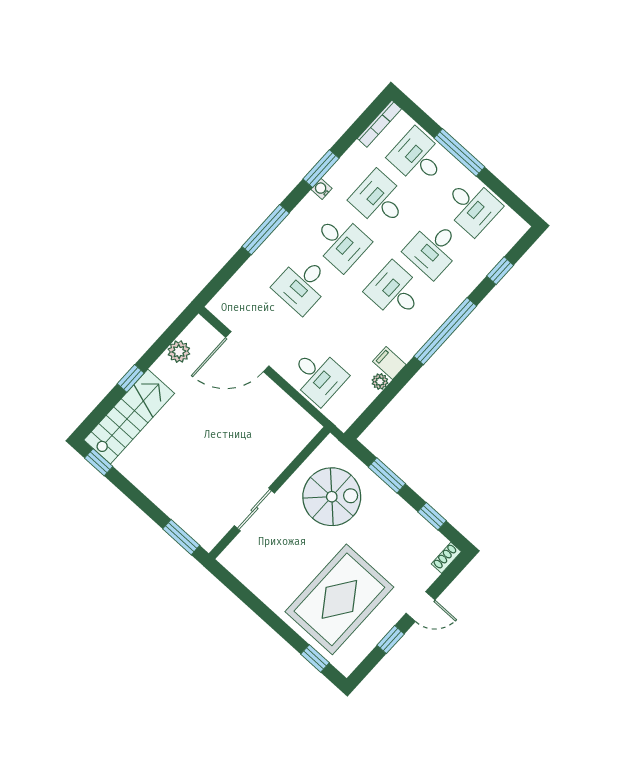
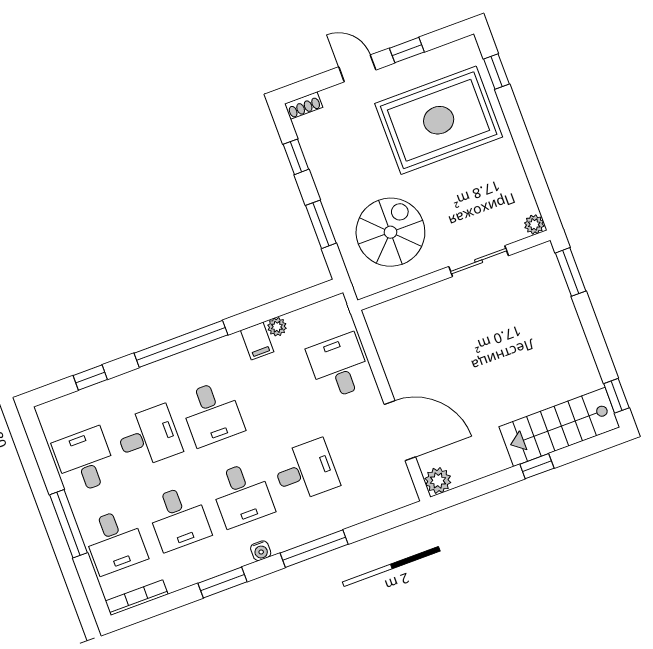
water cooler: (321, 189) -> (261, 551), moved
desk: (341, 242) -> (242, 494), turned 180
plant: (179, 352) -> (438, 481), moved
spiral stairs: (332, 497) -> (390, 232), turned 90
plant: (227, 559) -> (534, 224), added

